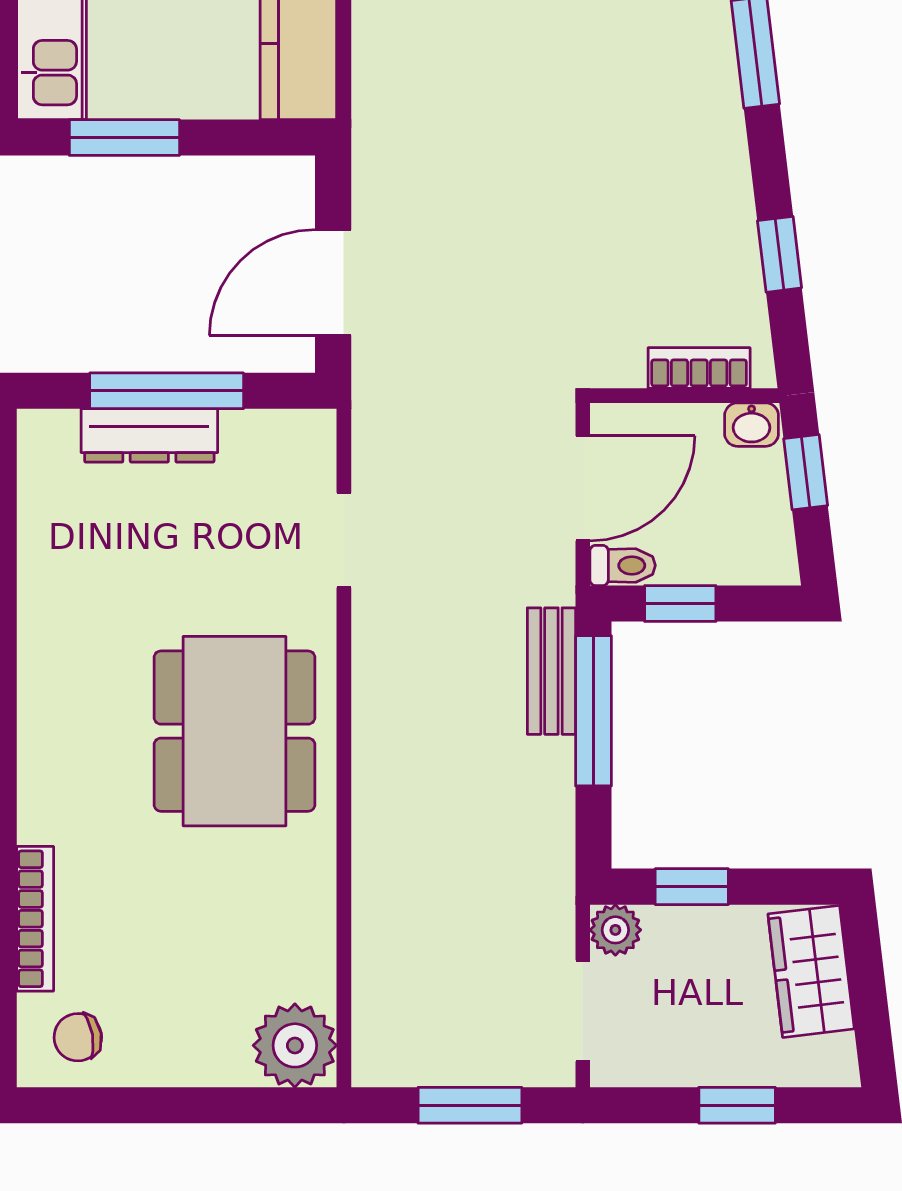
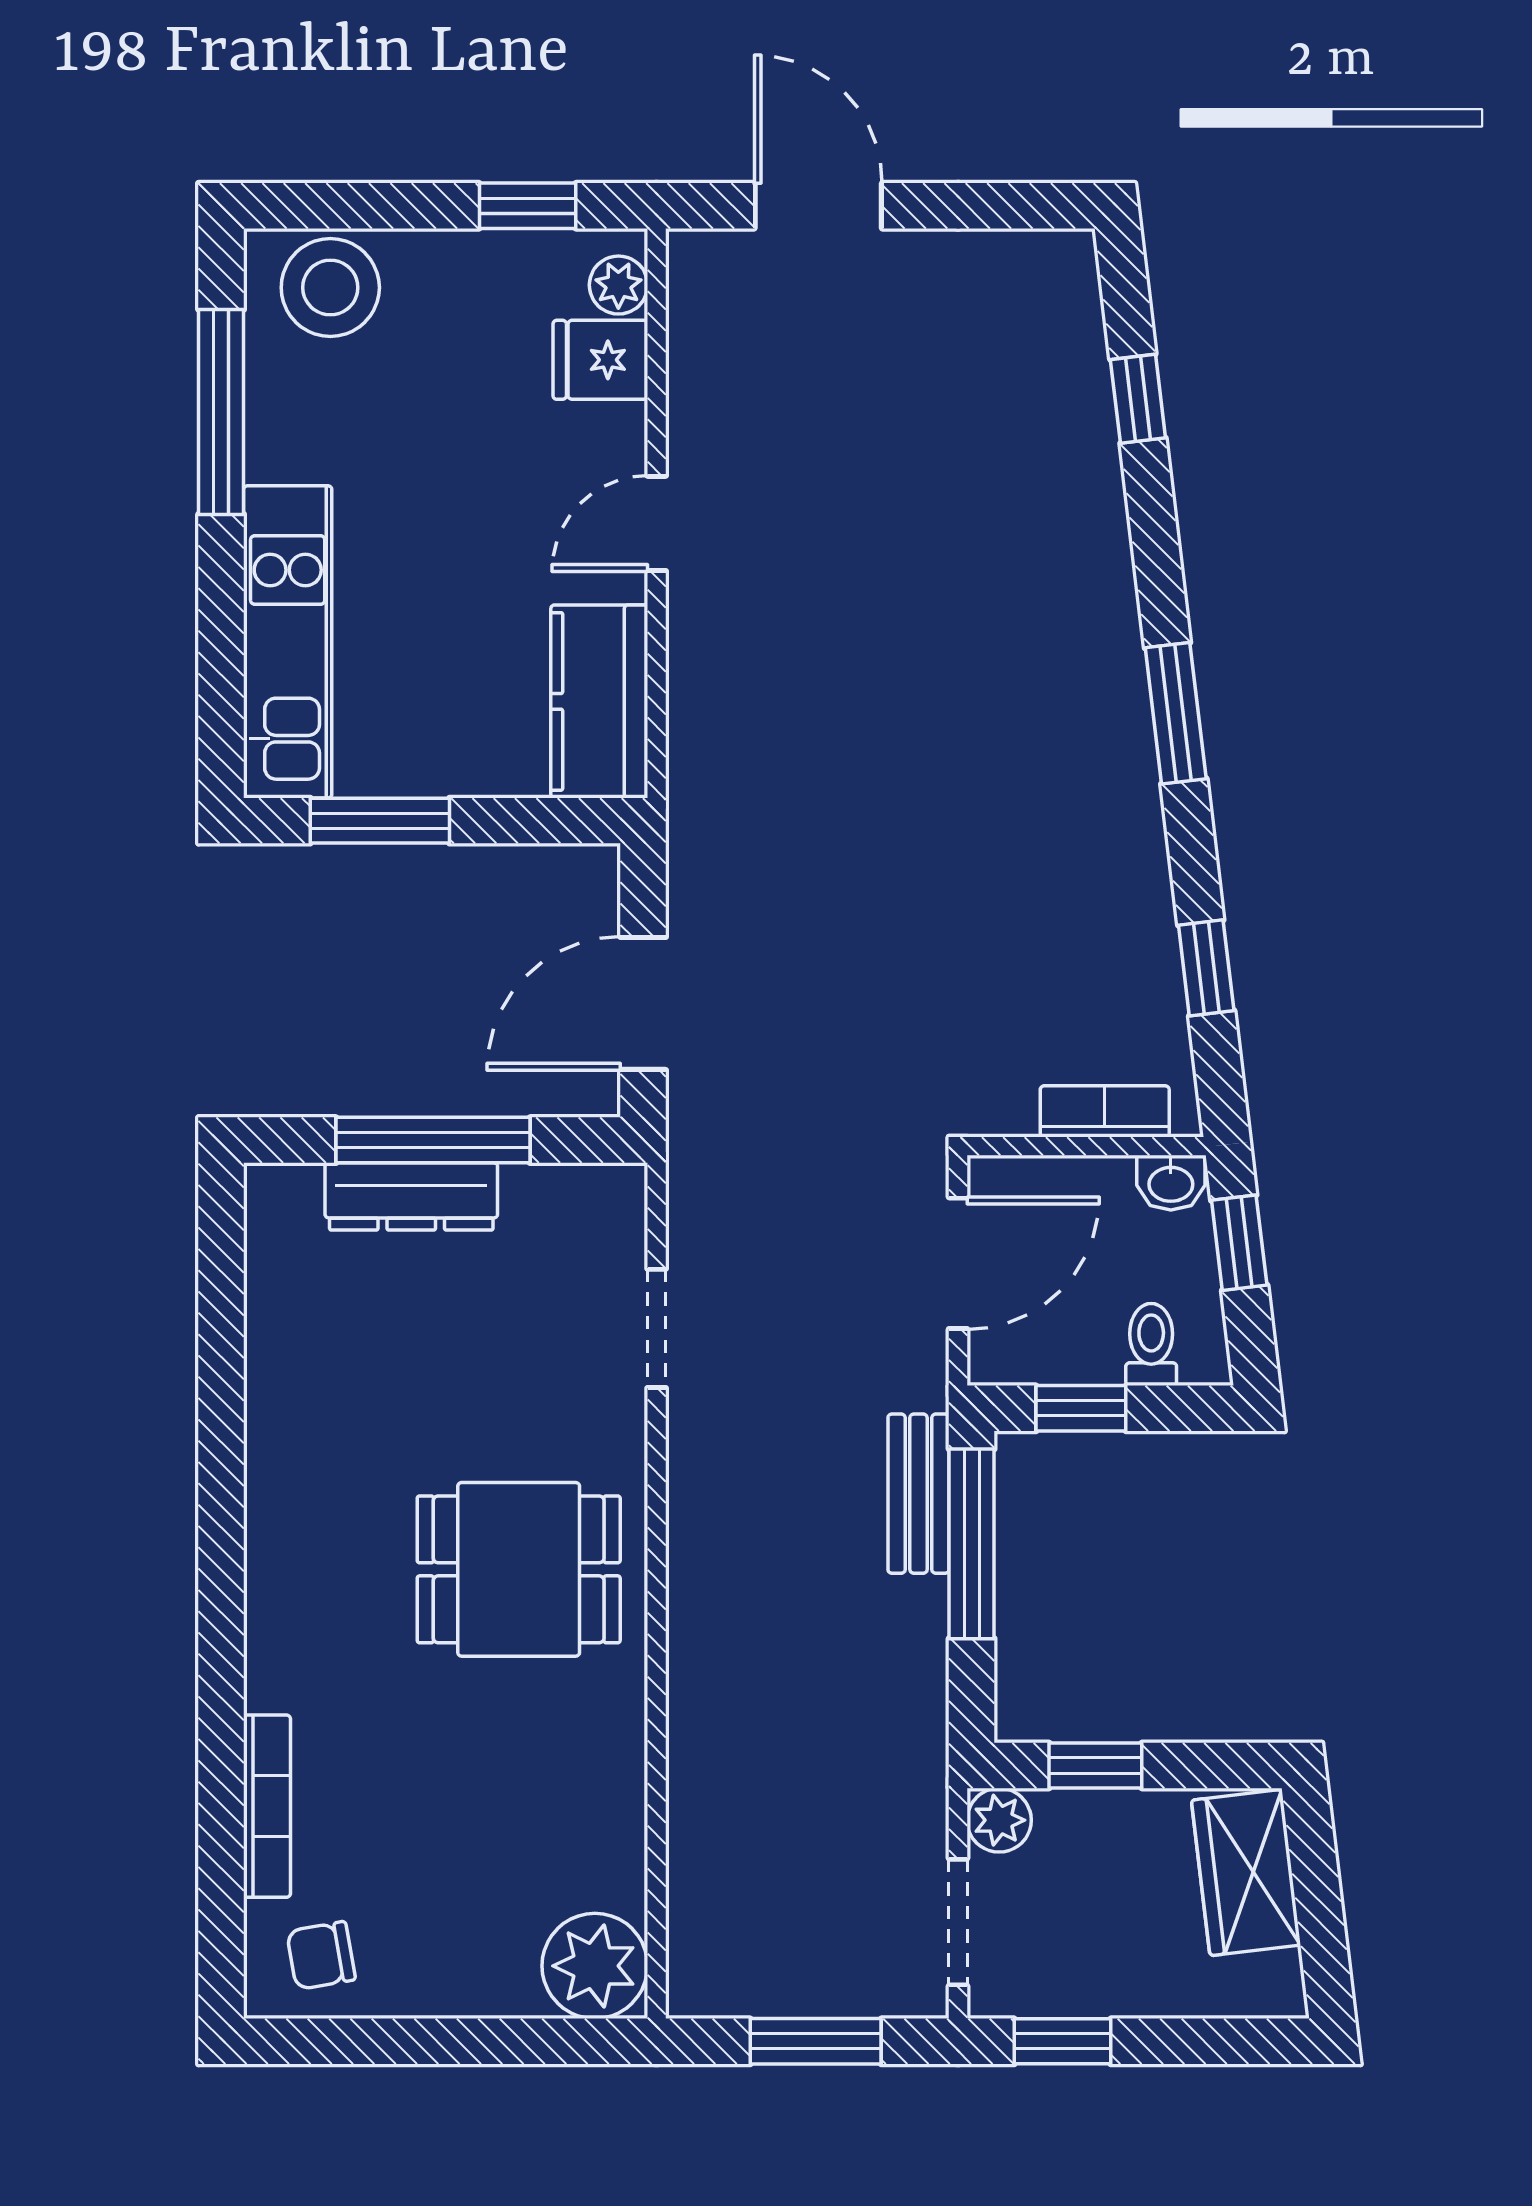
toilet: (623, 565) -> (1151, 1345), moved, turned -90
dining table: (234, 731) -> (519, 1569), width x0.73
window: (737, 1105) -> (1063, 2041), moved

